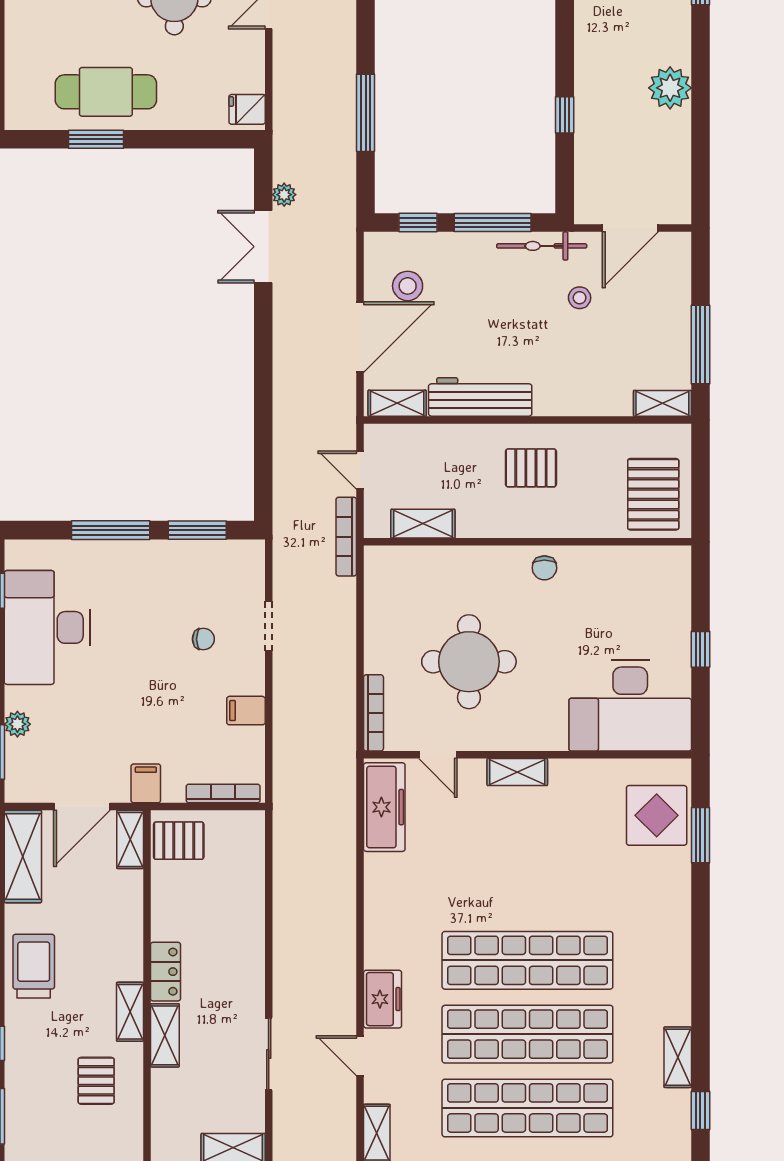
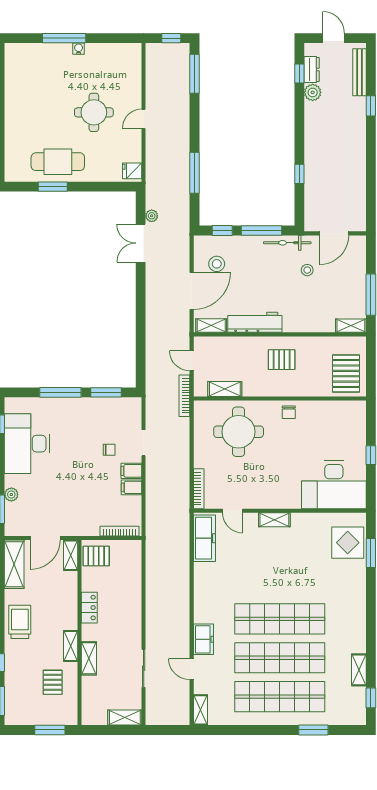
plant: (670, 88) -> (355, 160), removed
round table: (469, 662) -> (239, 432), moved
filing cabinet: (146, 783) -> (131, 471), moved, turned -90
locker: (165, 972) -> (89, 608), moved

